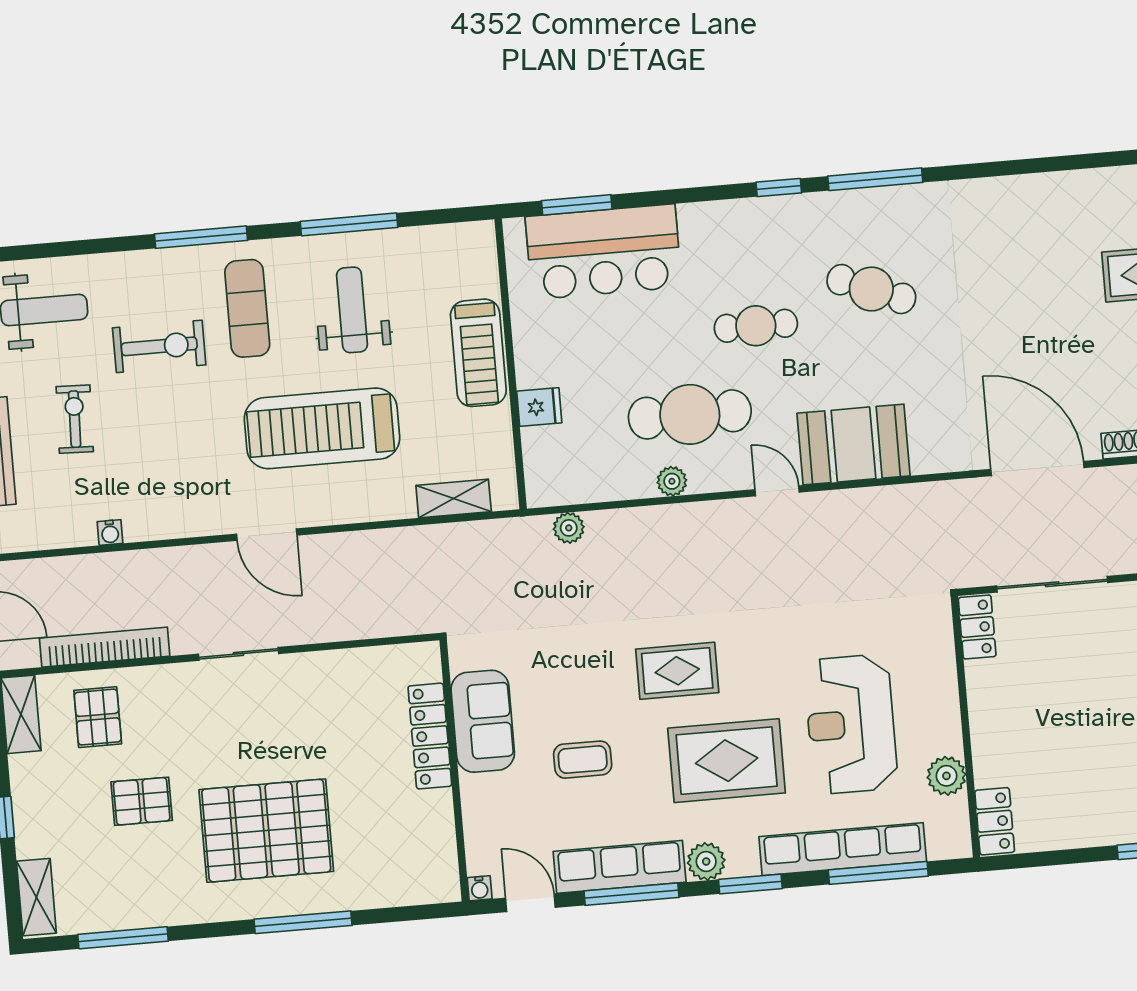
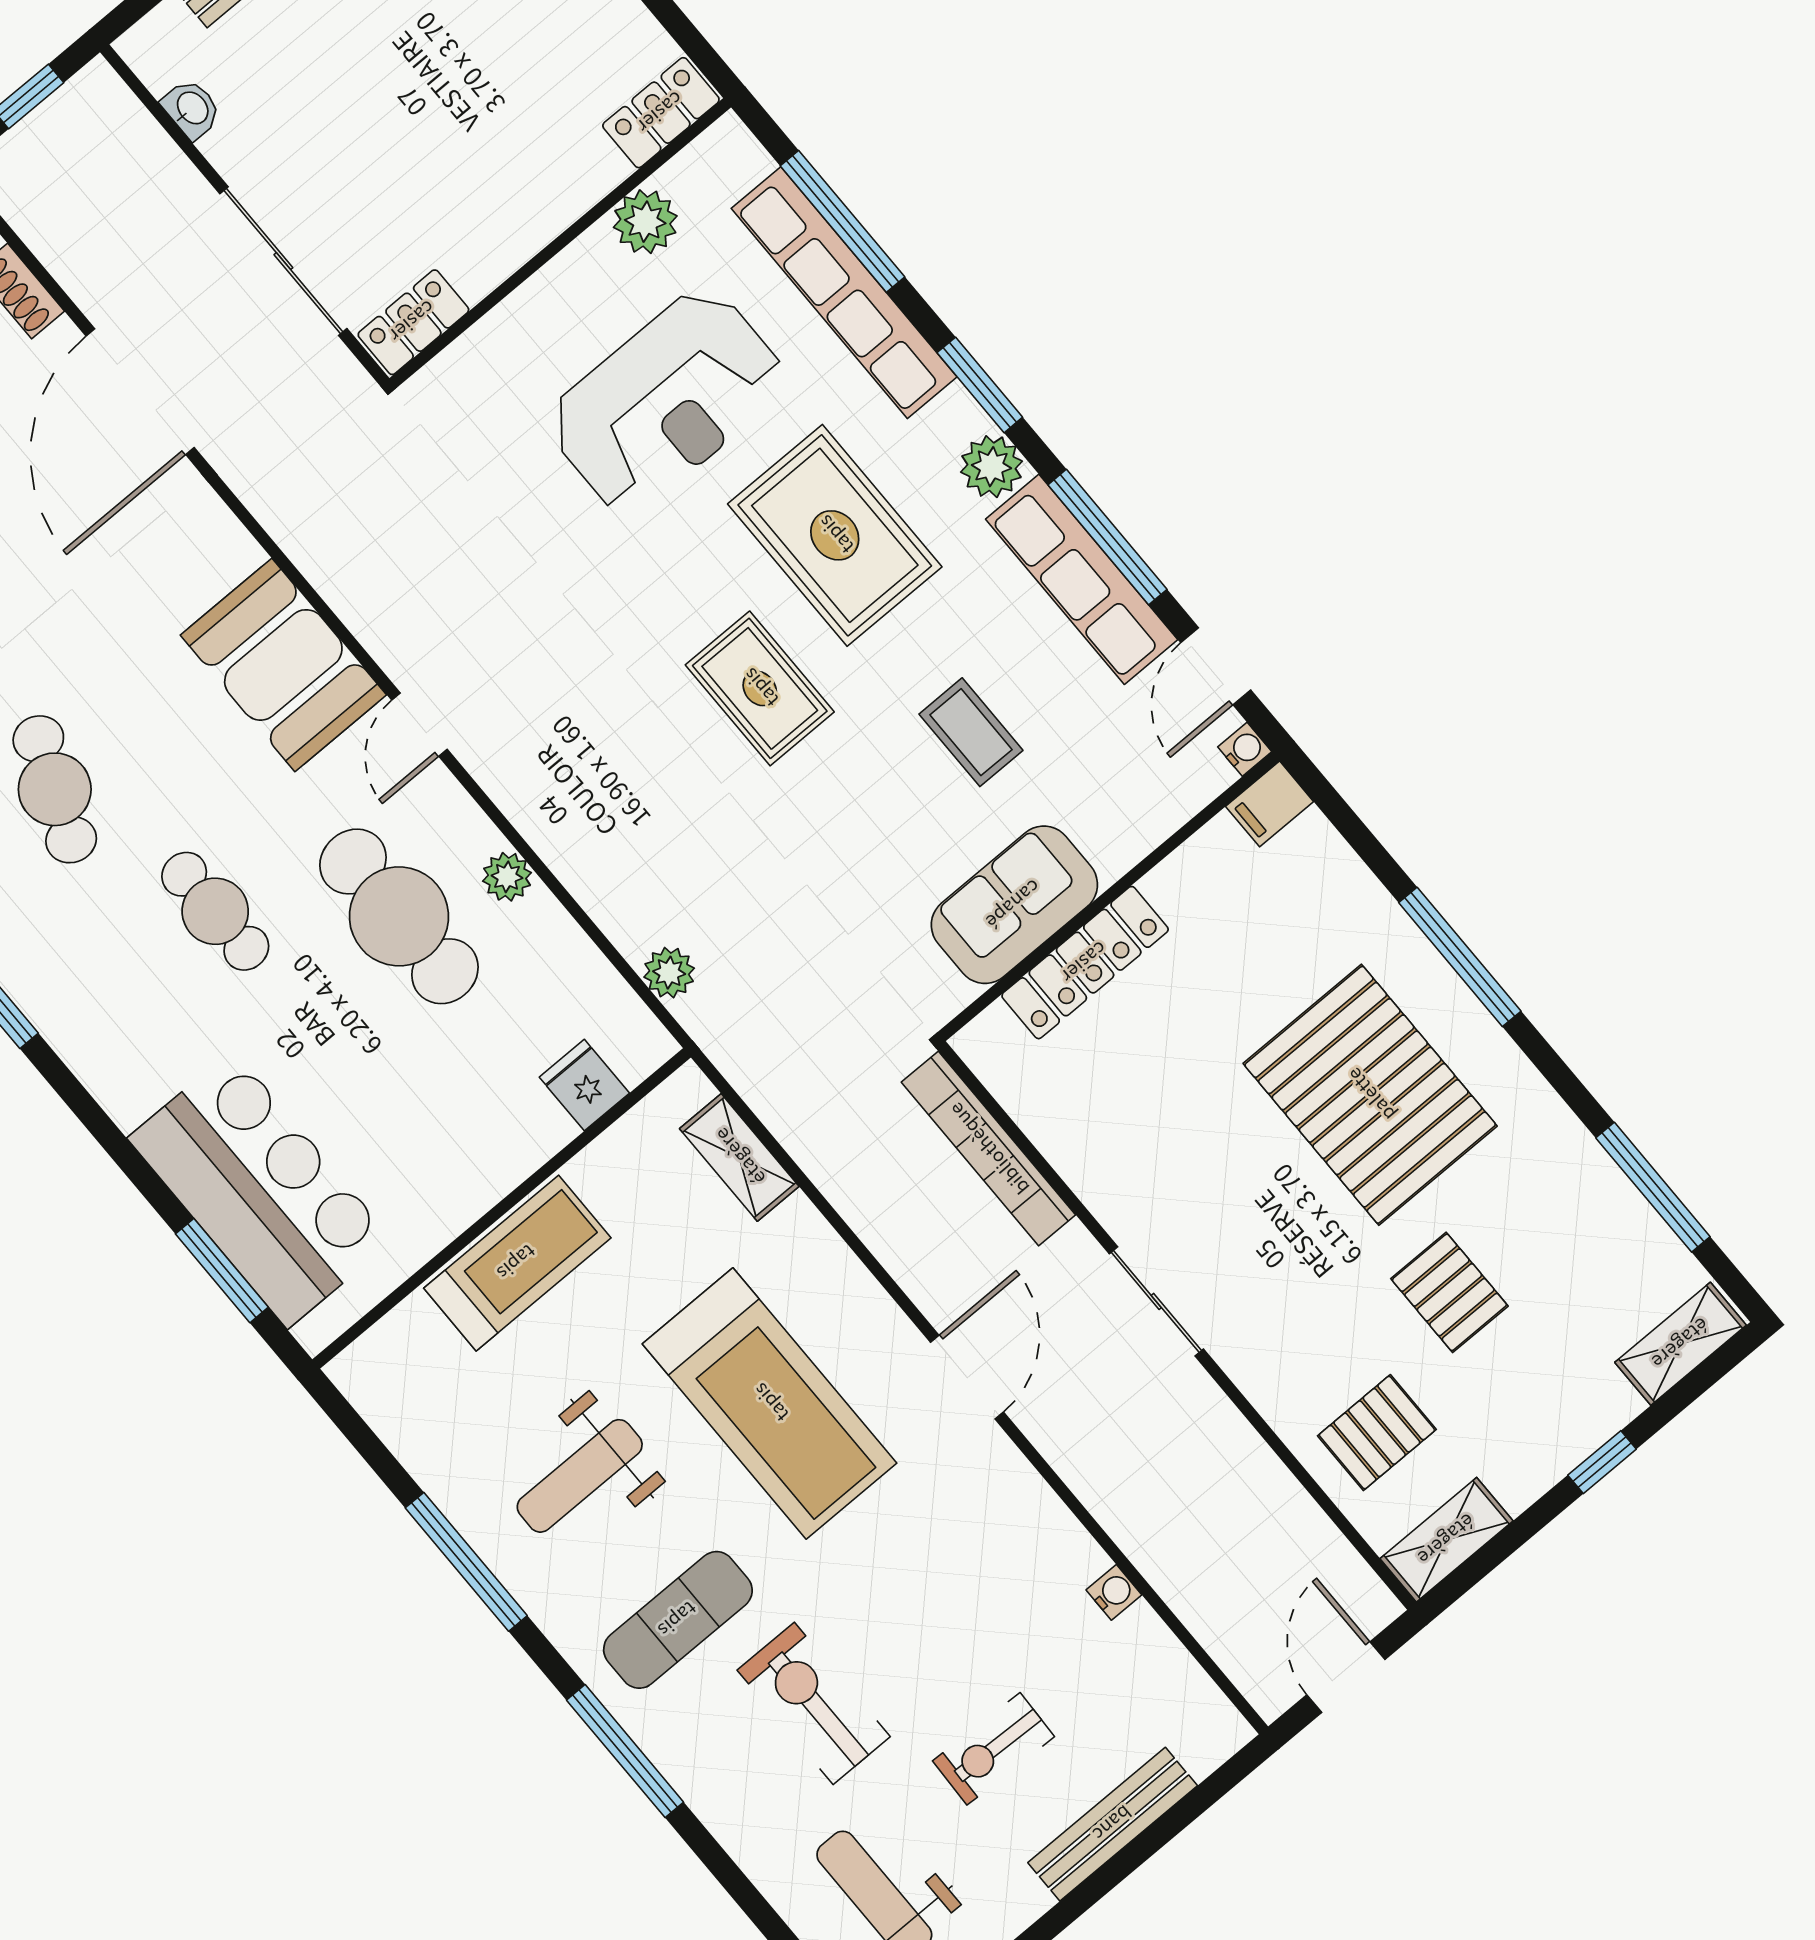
fridge: (539, 407) -> (584, 1085), moved
bookcase: (105, 647) -> (988, 1149), moved
filing cabinet: (444, 882) -> (1270, 804), added

